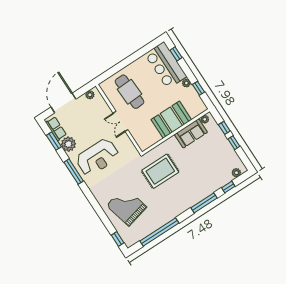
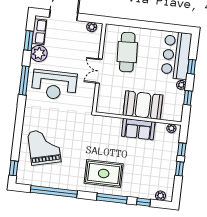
window: (176, 54) -> (192, 67), moved
sofa: (191, 133) -> (138, 129), moved
rug: (160, 171) -> (104, 173), moved

